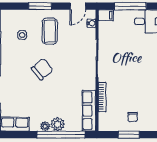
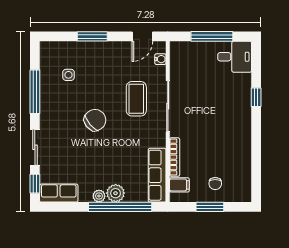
filing cabinet: (106, 15) -> (179, 185), moved
coffee table: (50, 31) -> (136, 99), moved

